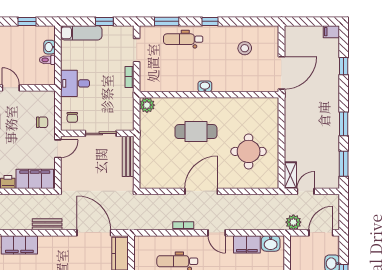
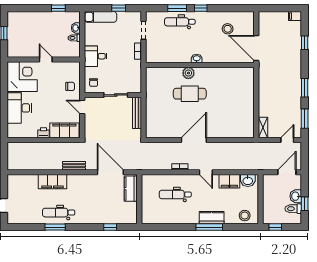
window: (167, 21) -> (177, 8), moved
door: (281, 73) -> (256, 48), swing flipped
plant: (147, 105) -> (188, 73), moved
door: (58, 149) -> (82, 107), swing flipped
round table: (249, 151) -> (231, 109), removed
door: (306, 191) -> (287, 140), moved
plant: (293, 222) -> (266, 164), removed

